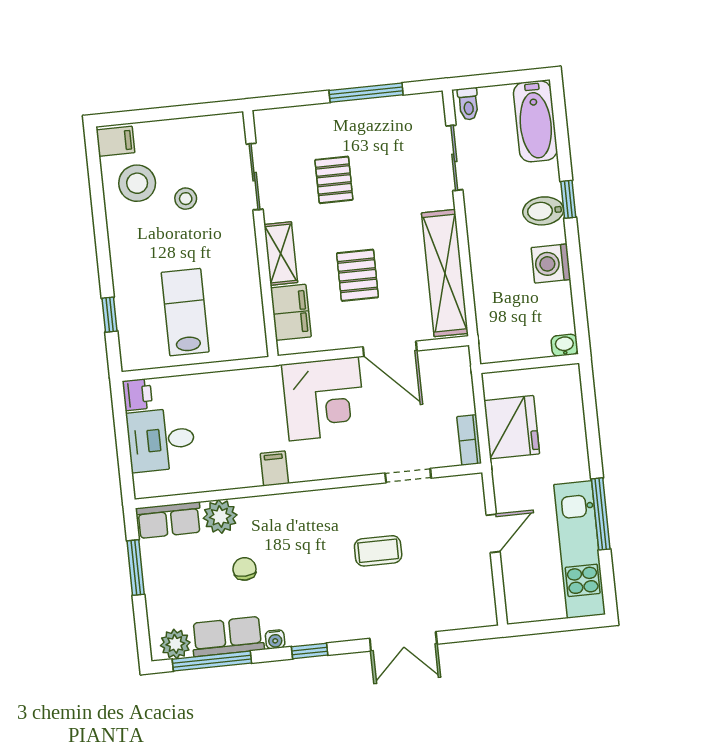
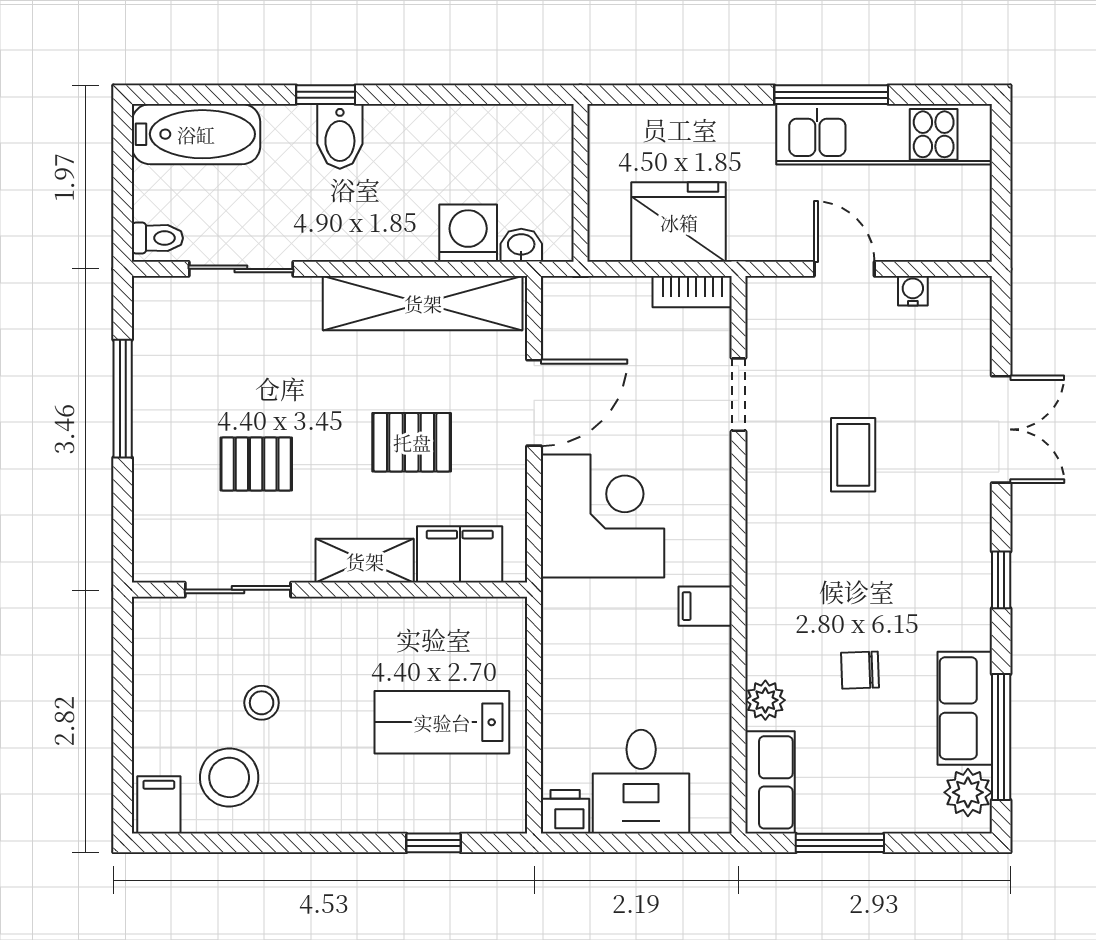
washing machine: (551, 264) -> (468, 233), moved, turned 180
washbasin: (565, 345) -> (521, 245), moved, turned 90
plant: (220, 517) -> (765, 700), width x0.73, depth x0.73
water cooler: (275, 639) -> (913, 291), moved, turned -90

